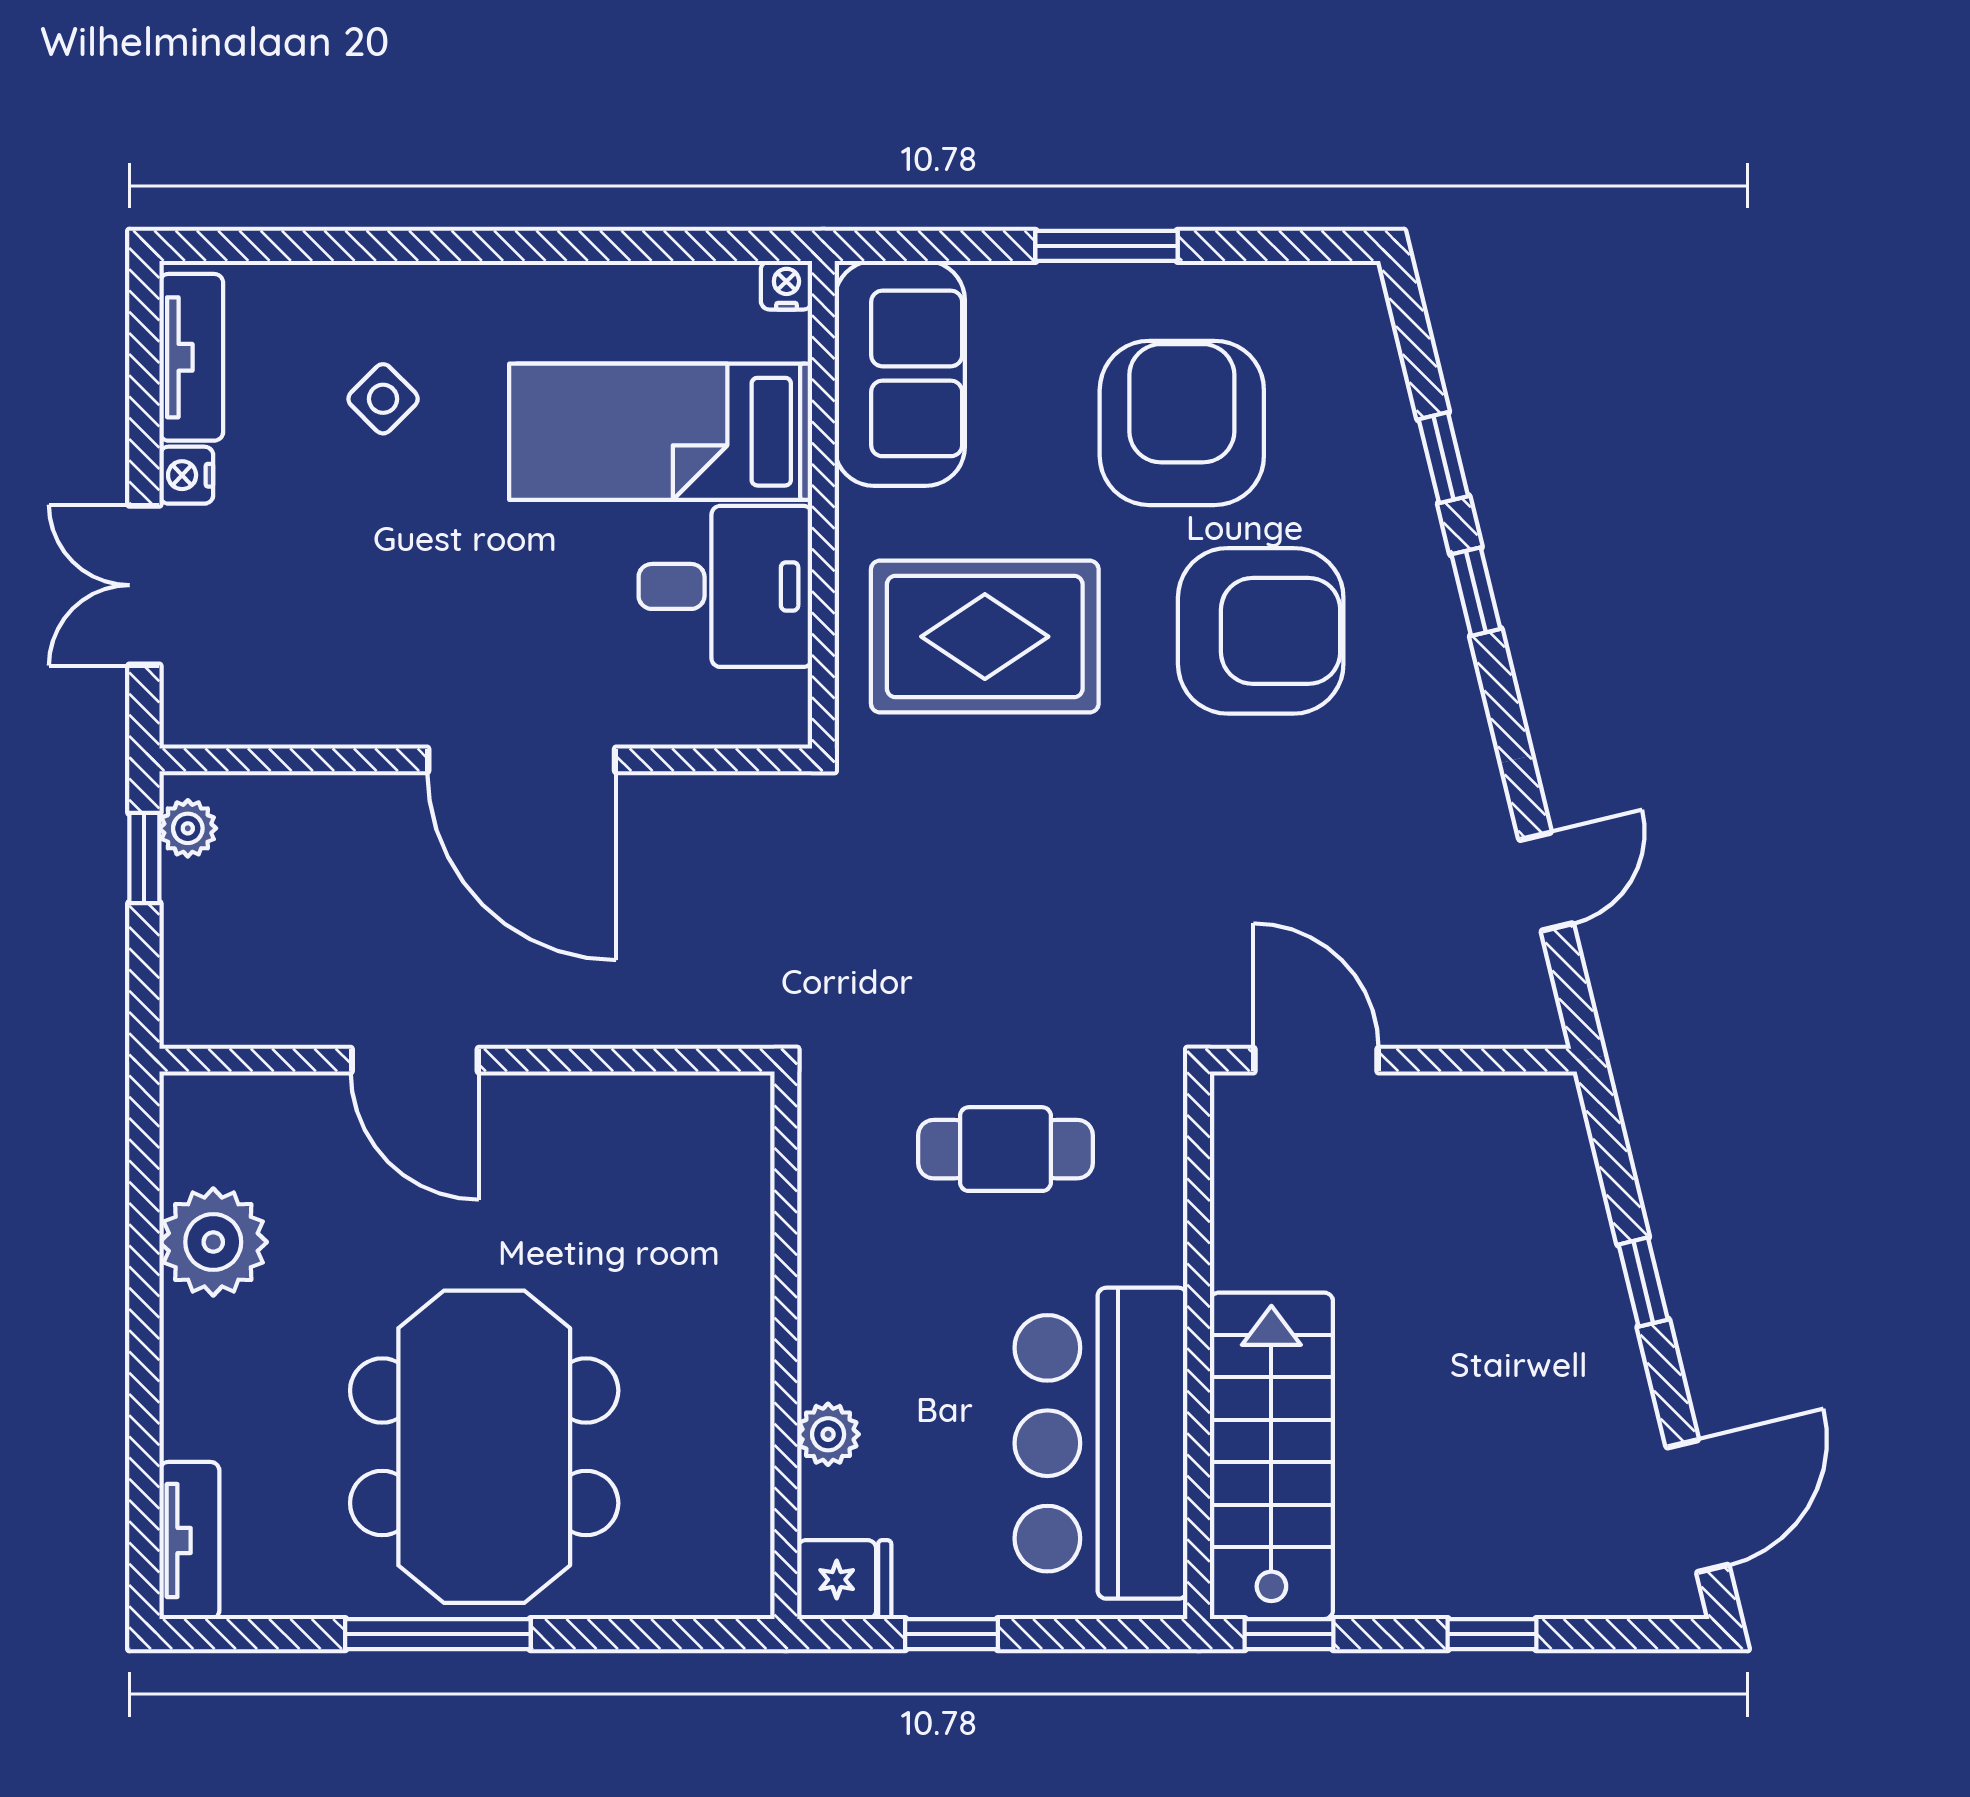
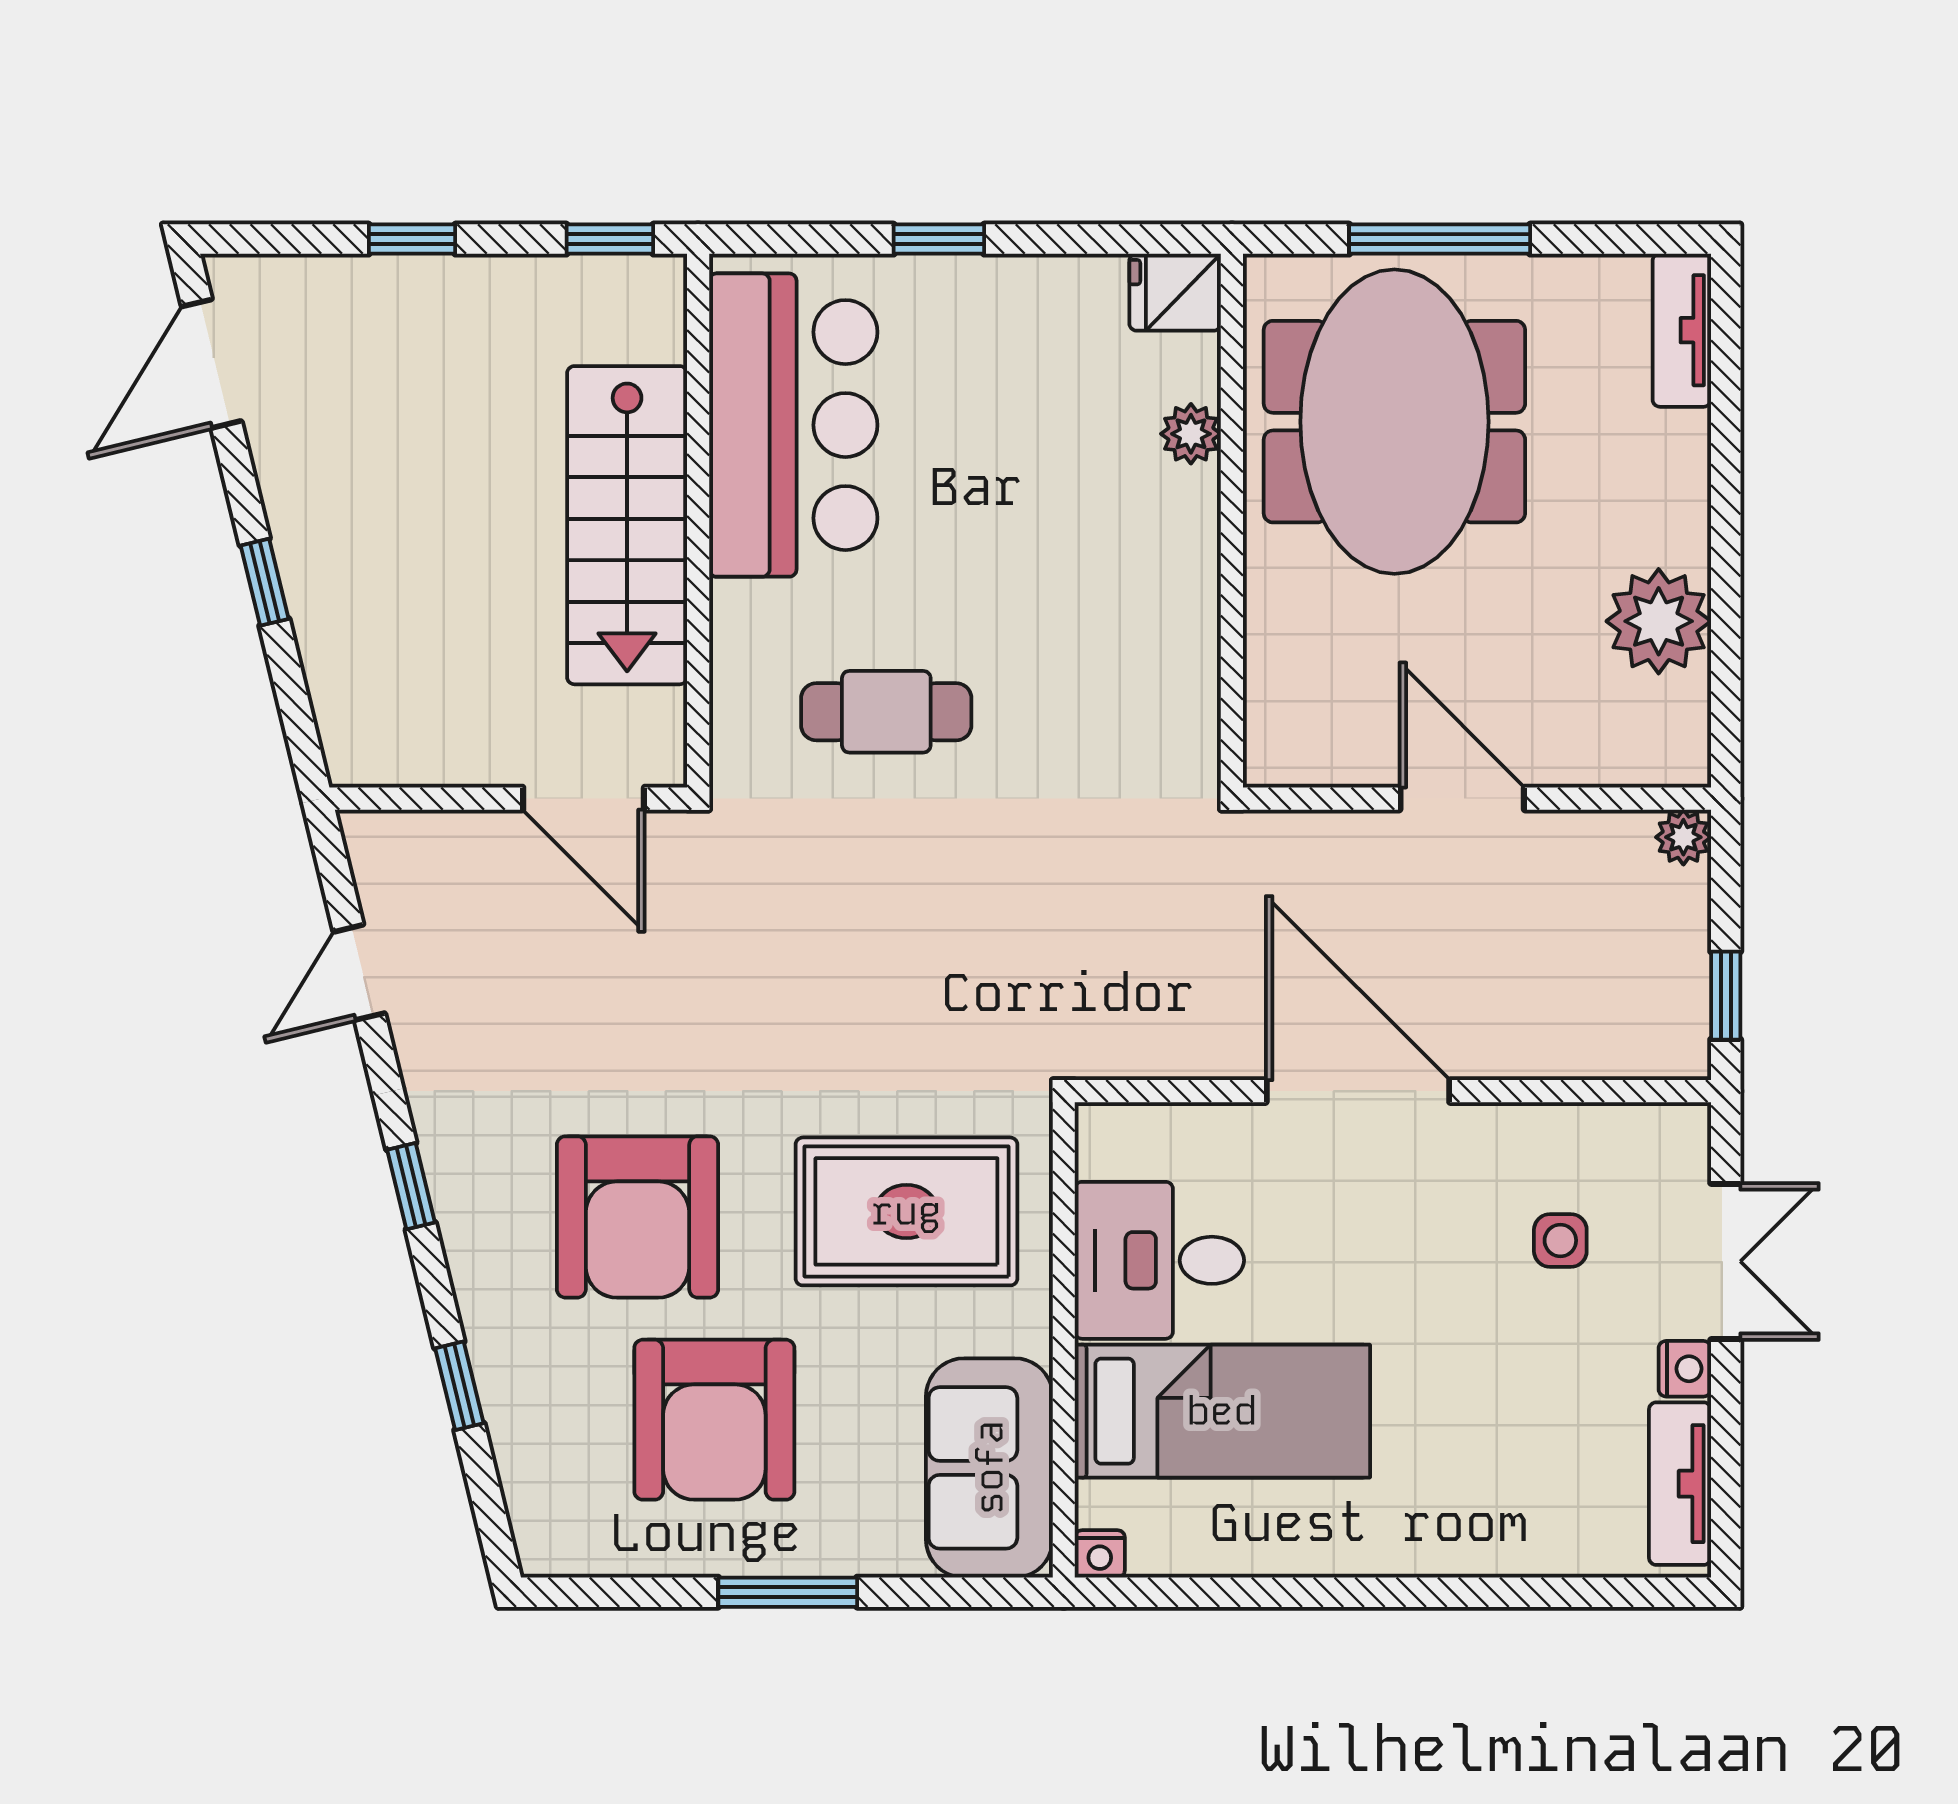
side table: (383, 399) -> (1560, 1240), moved, turned 45
window: (1476, 592) -> (411, 1186), moved
armchair: (1261, 631) -> (638, 1217), turned -90
plant: (188, 828) -> (1683, 837), moved
wall: (786, 1345) -> (1232, 521), moved
plant: (828, 1434) -> (1191, 434), moved
stairs: (1271, 1456) -> (627, 525), moved
fridge: (844, 1580) -> (1175, 292), moved

